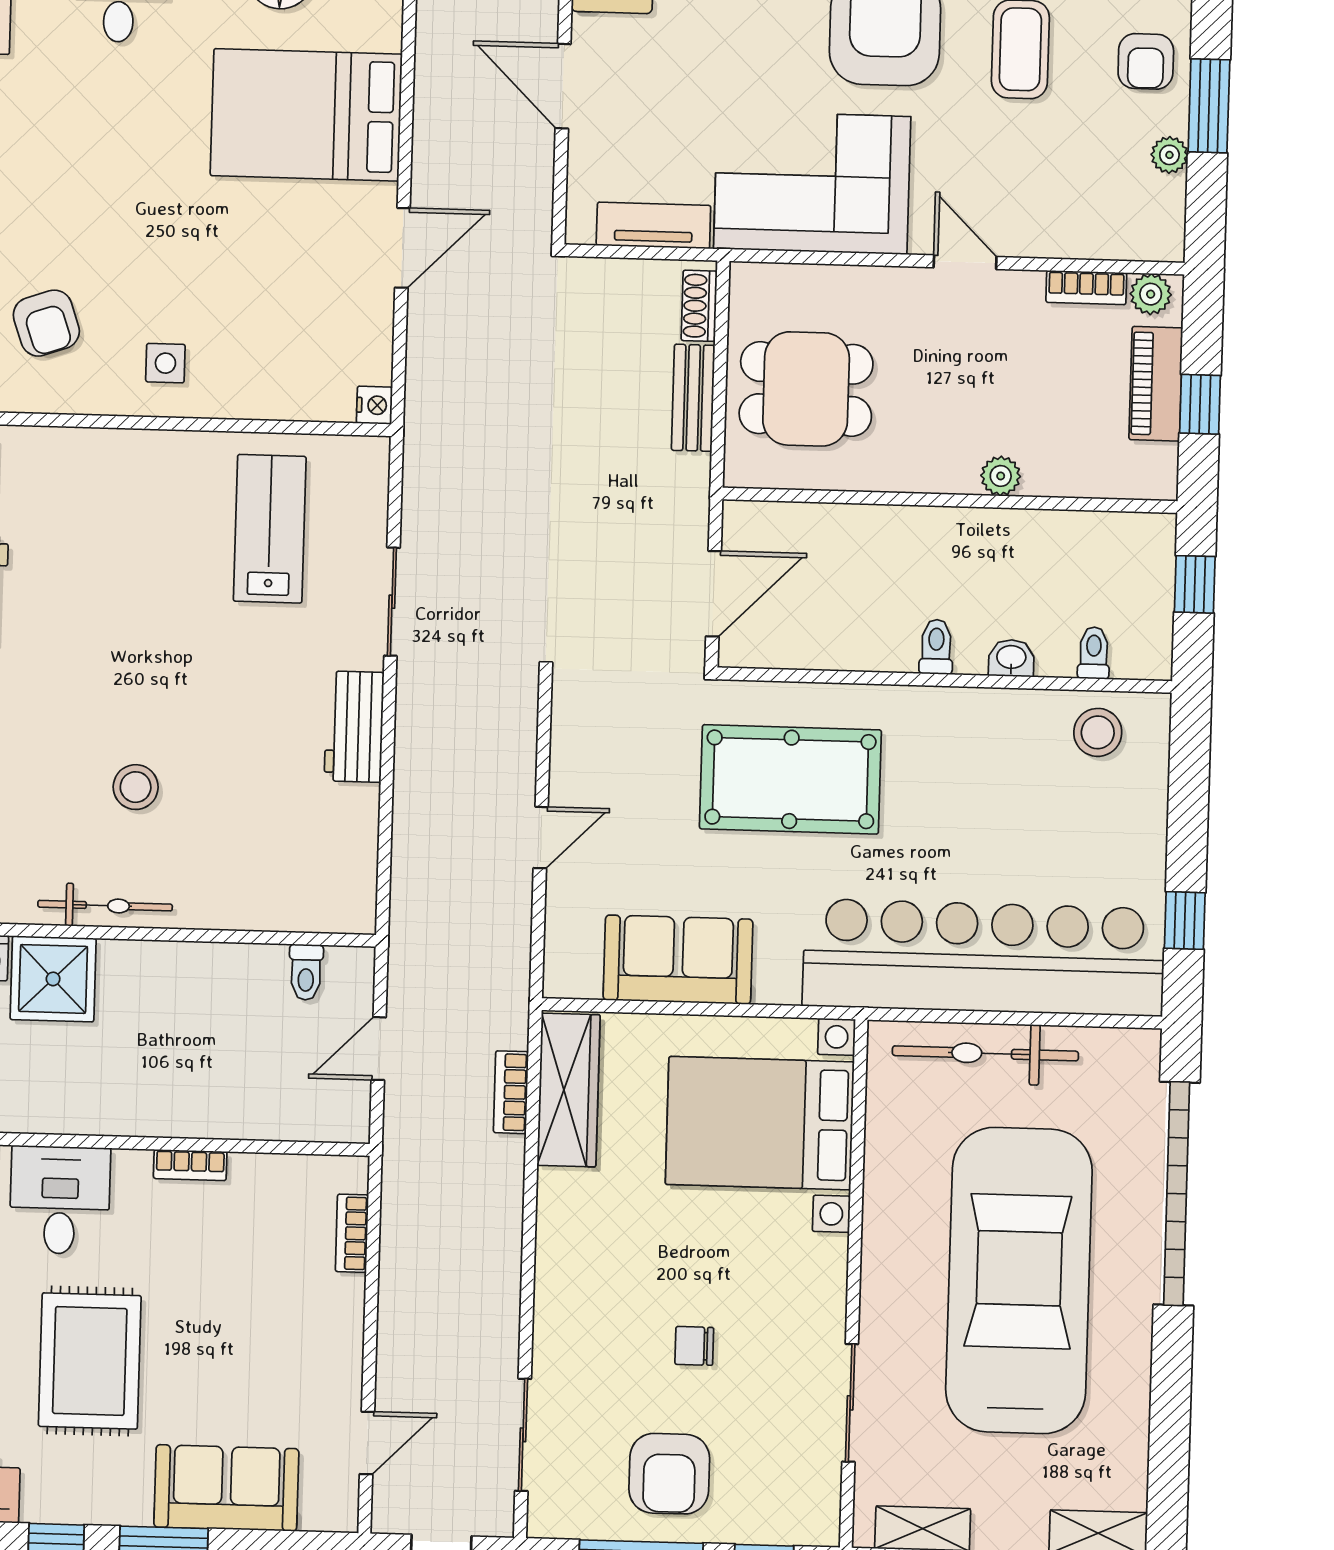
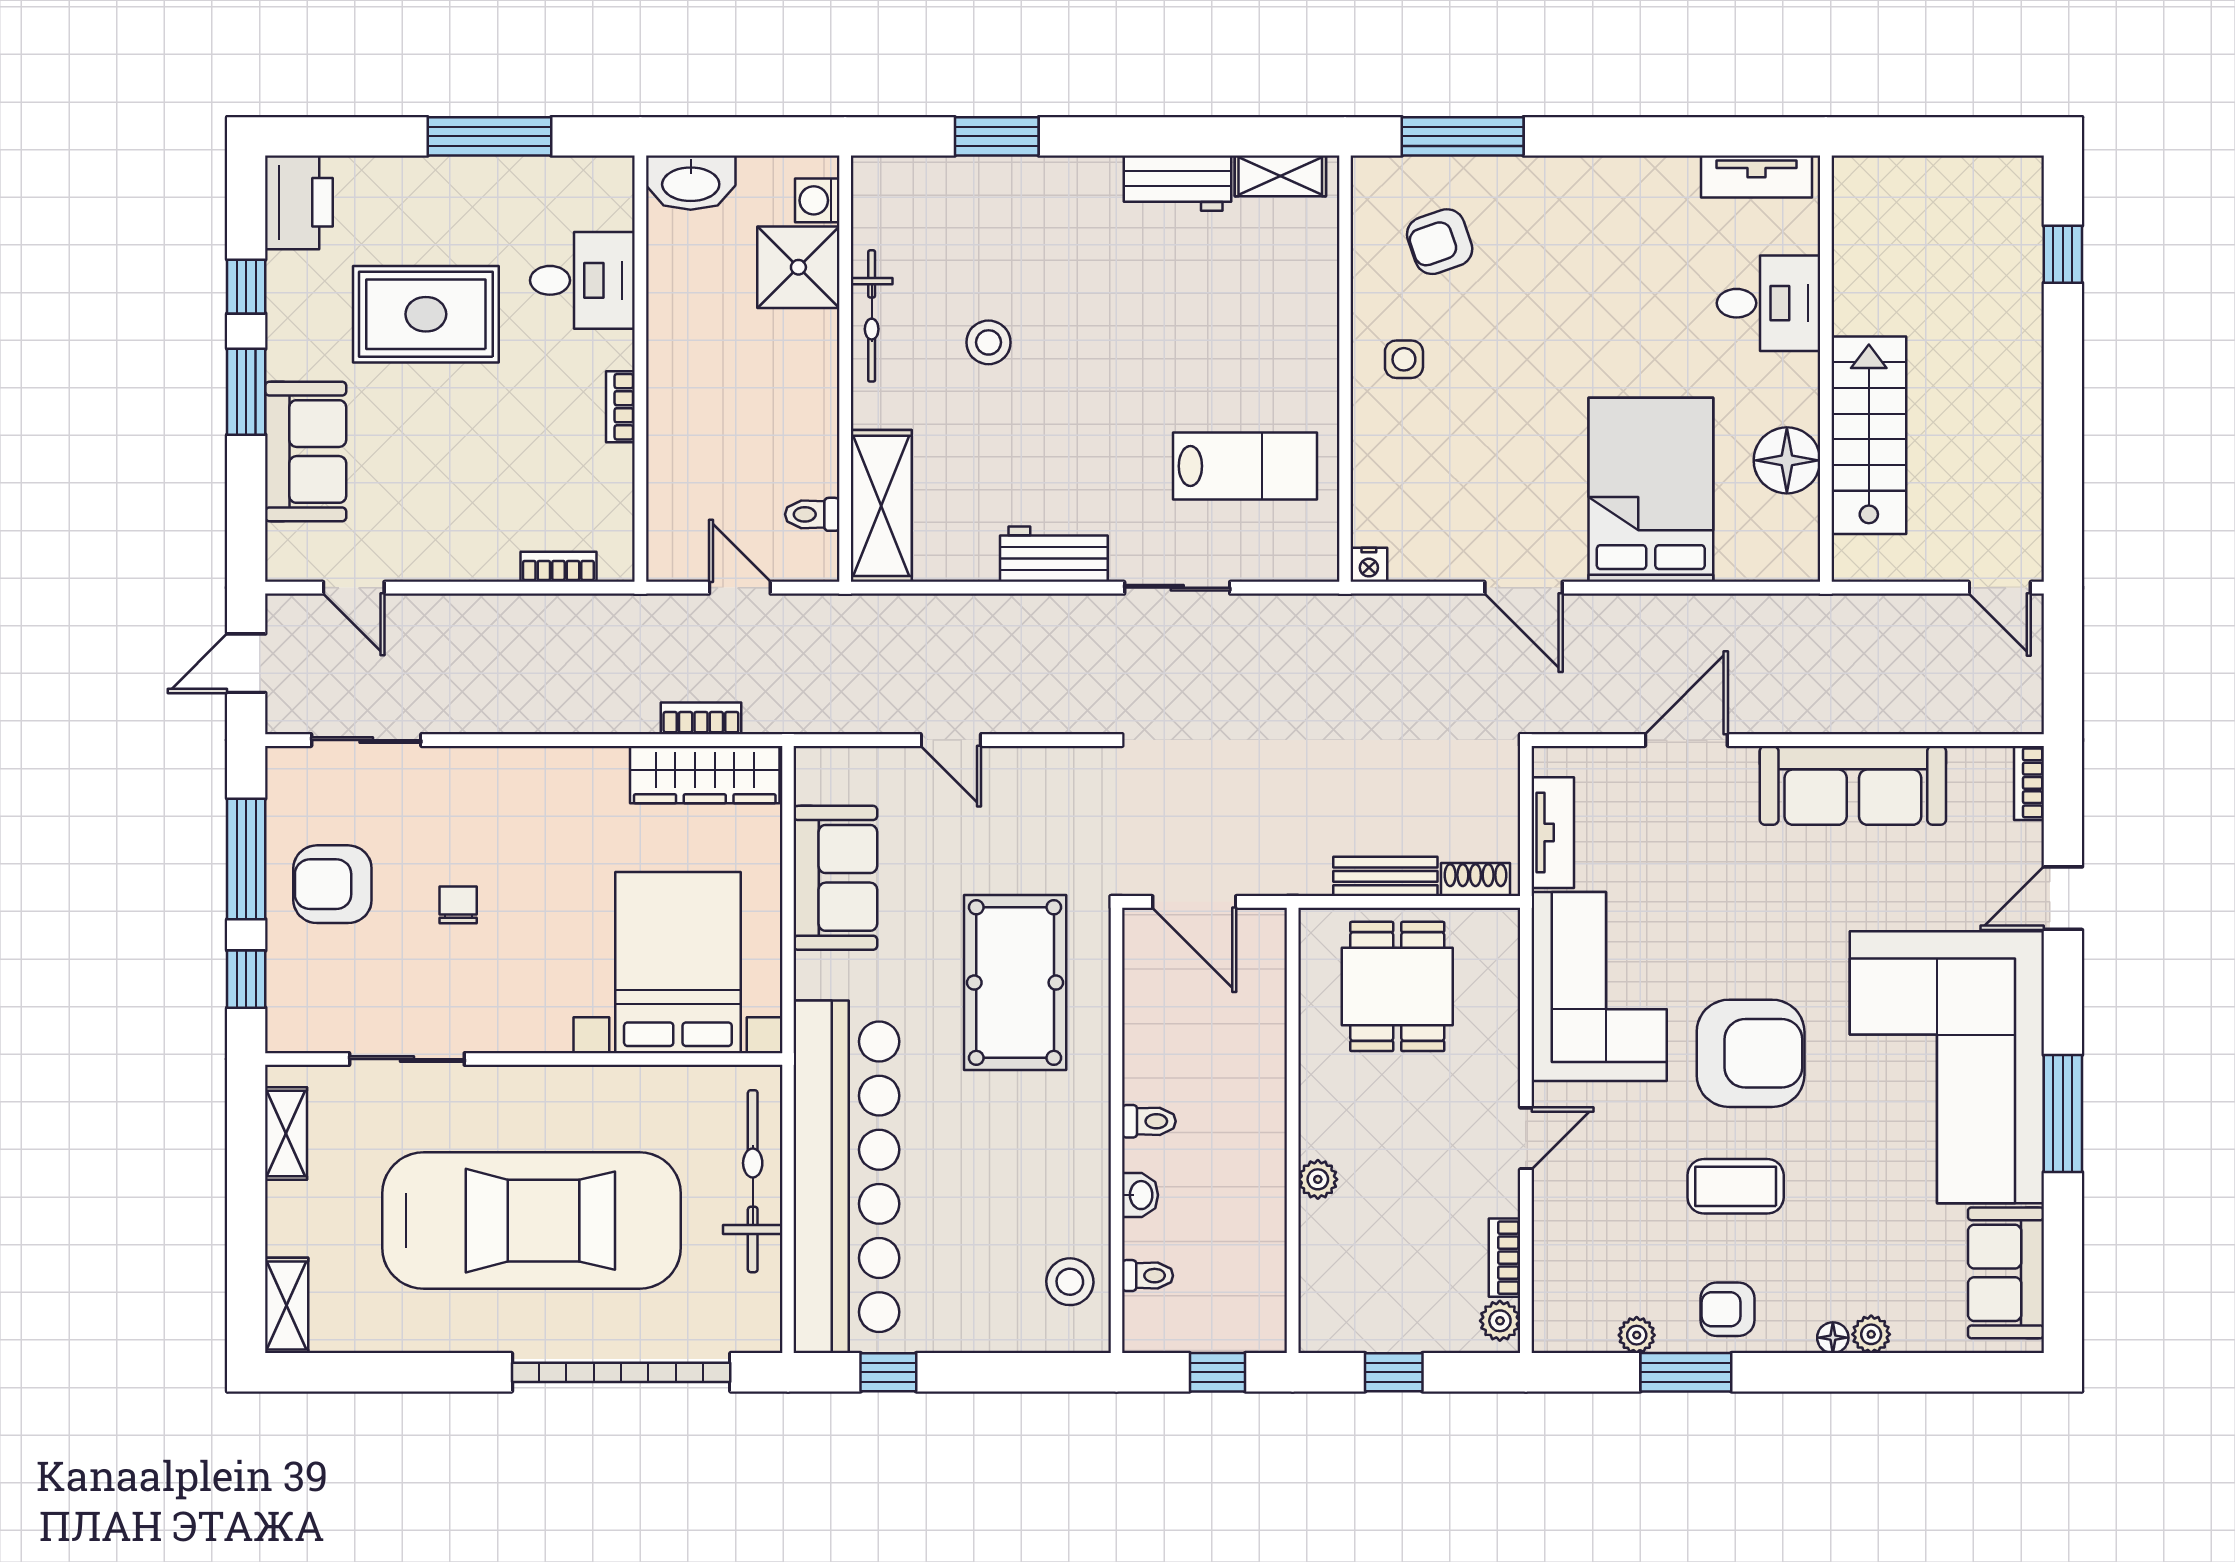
piano: (1156, 384) -> (1412, 1328), removed
shelving: (299, 902) -> (881, 506), added

